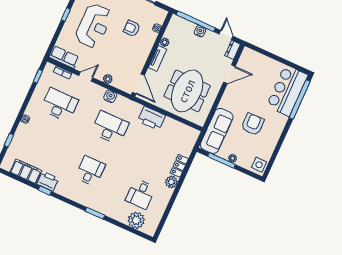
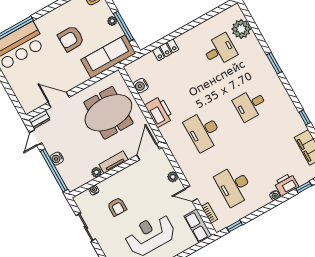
water cooler: (110, 96) -> (141, 86), moved
printer: (48, 181) -> (286, 185), moved, turned 90
plant: (171, 182) -> (184, 40), removed

